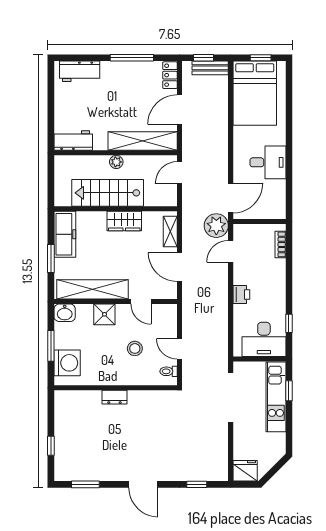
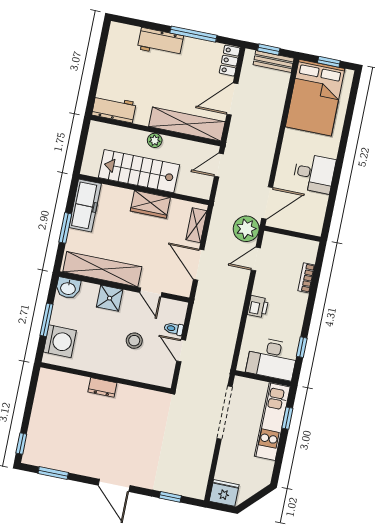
workbench: (80, 71) -> (160, 42), moved
bookcase: (280, 244) -> (306, 278), moved
toilet: (169, 371) -> (174, 329), moved
window: (51, 446) -> (21, 444), moved

